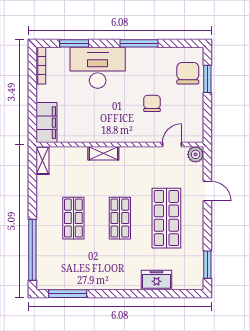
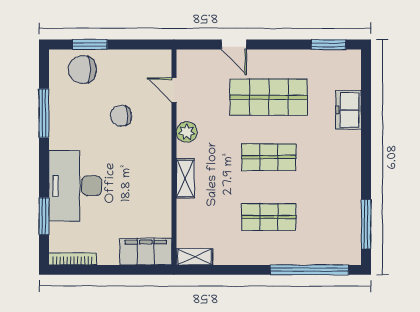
window: (139, 43) -> (44, 113), moved
plant: (196, 154) -> (187, 132), moved
door: (207, 191) -> (234, 44), swing flipped

